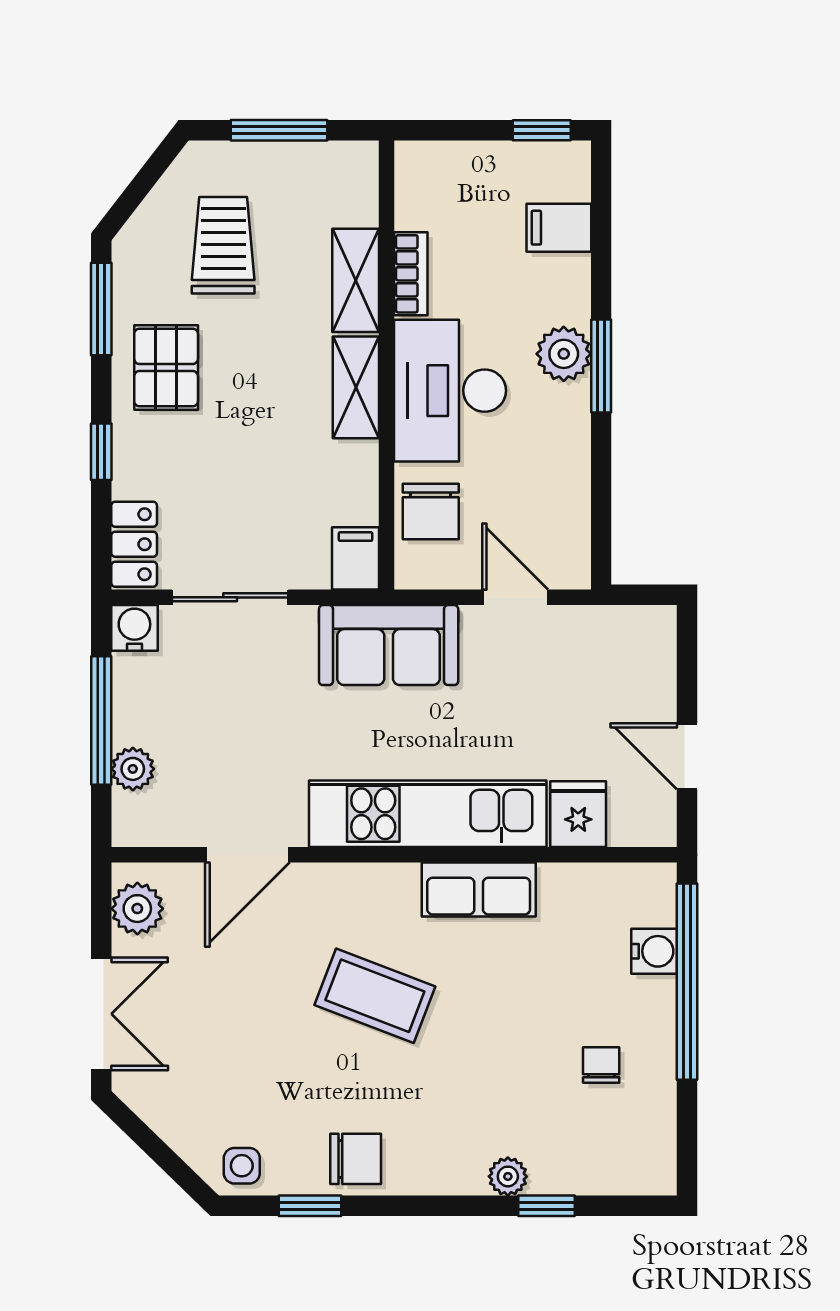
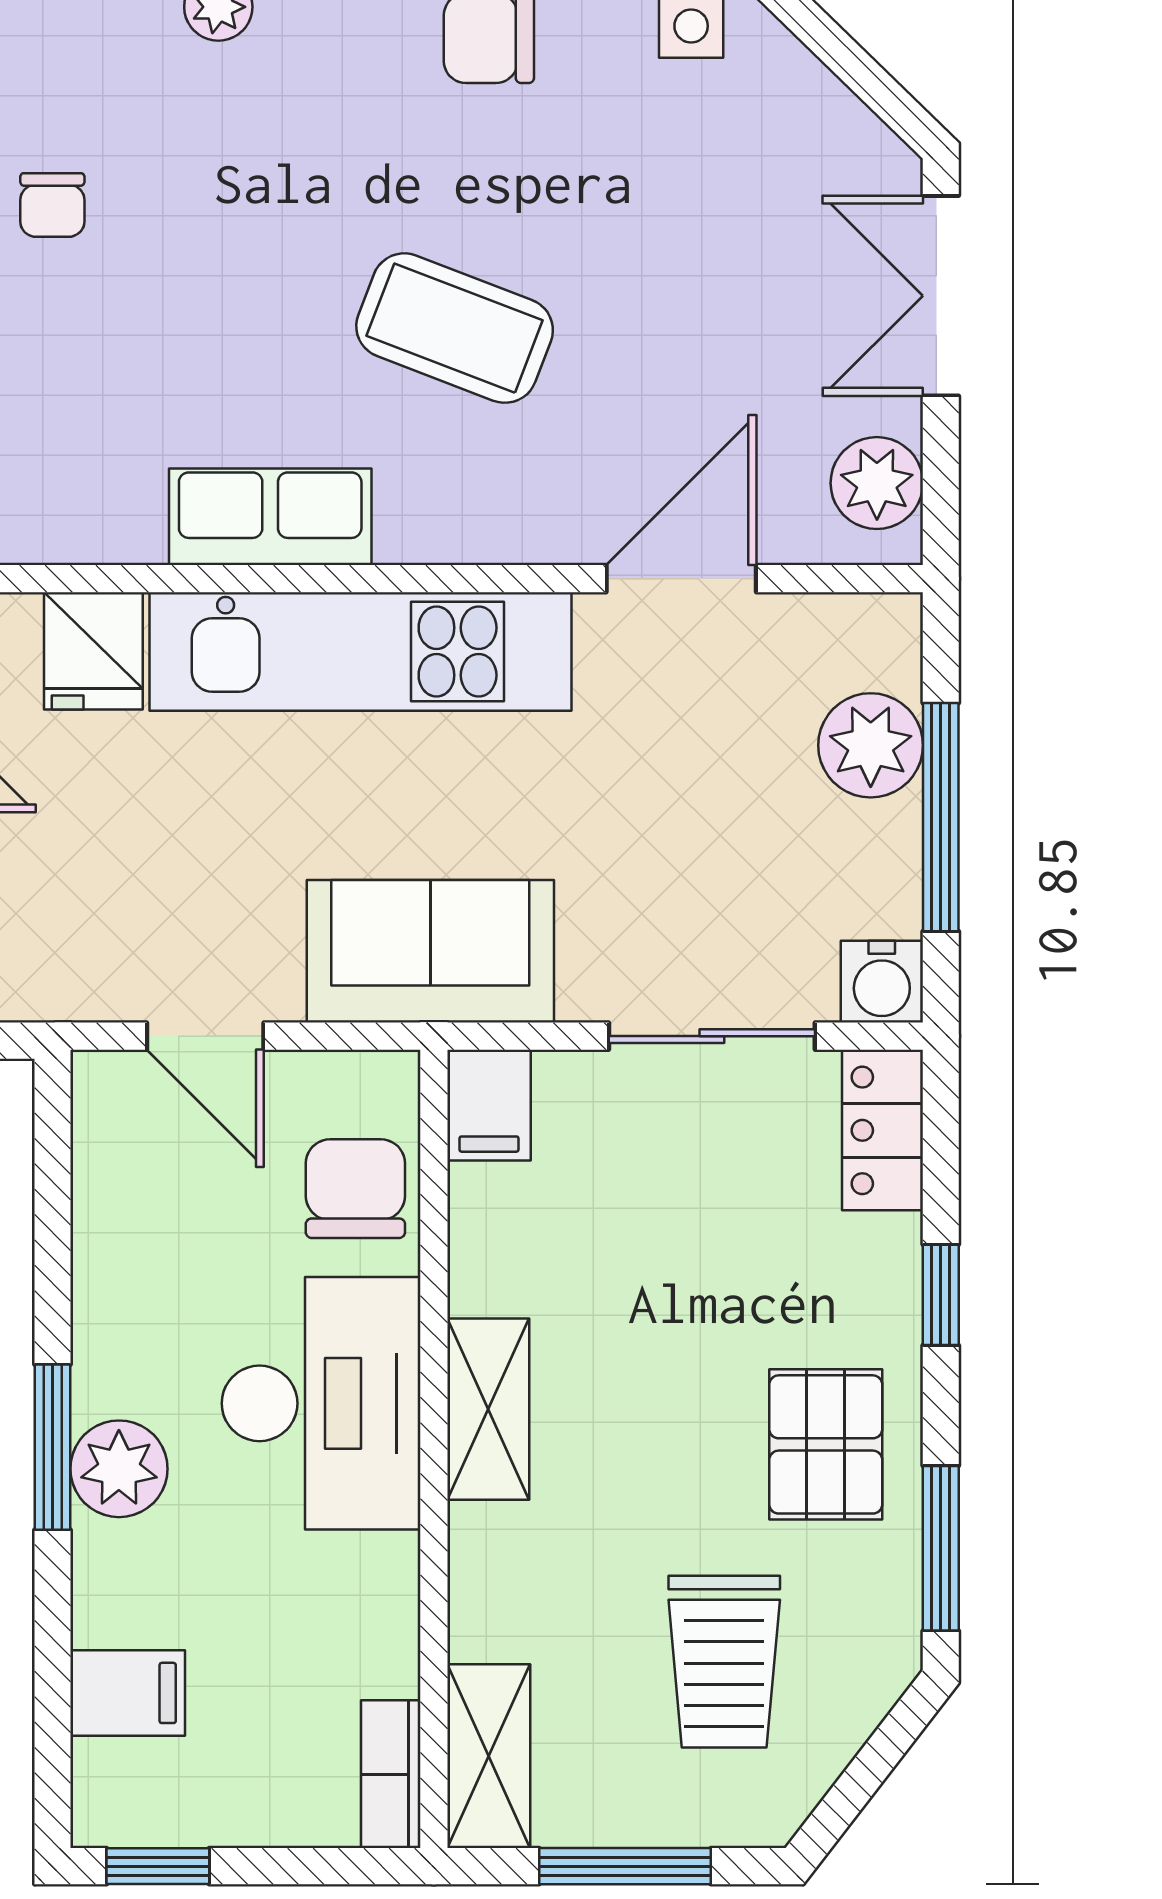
bookcase: (411, 274) -> (391, 1774), moved
shelving: (356, 280) -> (489, 1756), moved
plant: (133, 769) -> (871, 745), width x1.38, depth x1.38

